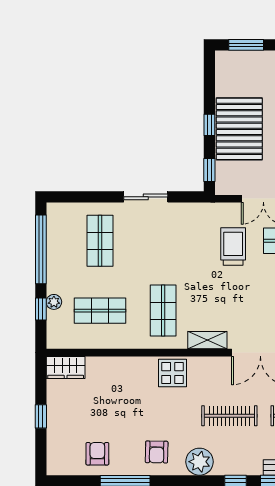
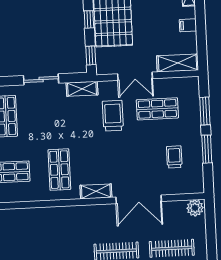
shelving: (196, 211) -> (82, 89), added
display table: (173, 373) -> (69, 219), removed

